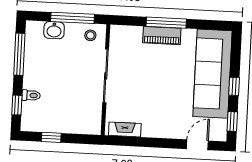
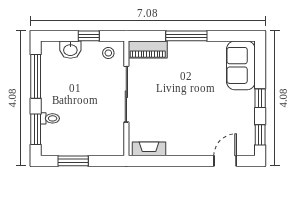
window: (72, 18) -> (89, 36), width x0.46
piano: (162, 36) -> (148, 49), moved
sofa: (212, 74) -> (241, 65), width x0.54, depth x0.79
window: (17, 105) -> (36, 129), width x1.50
window: (51, 137) -> (73, 161), width x1.50

